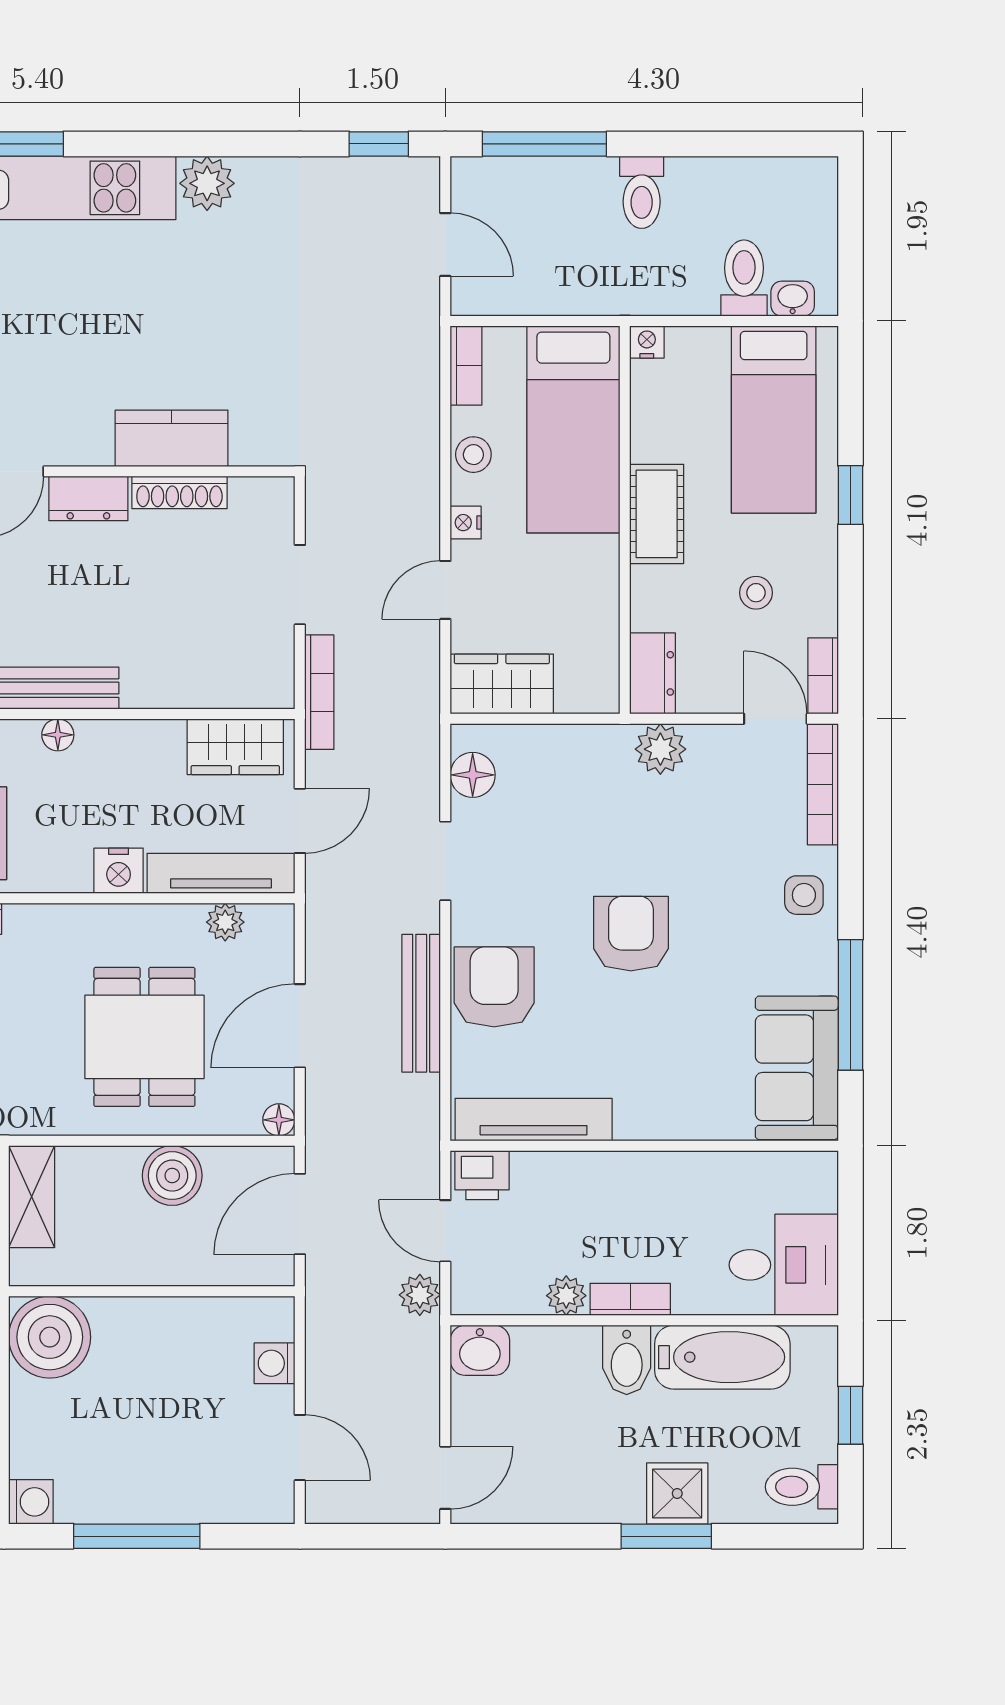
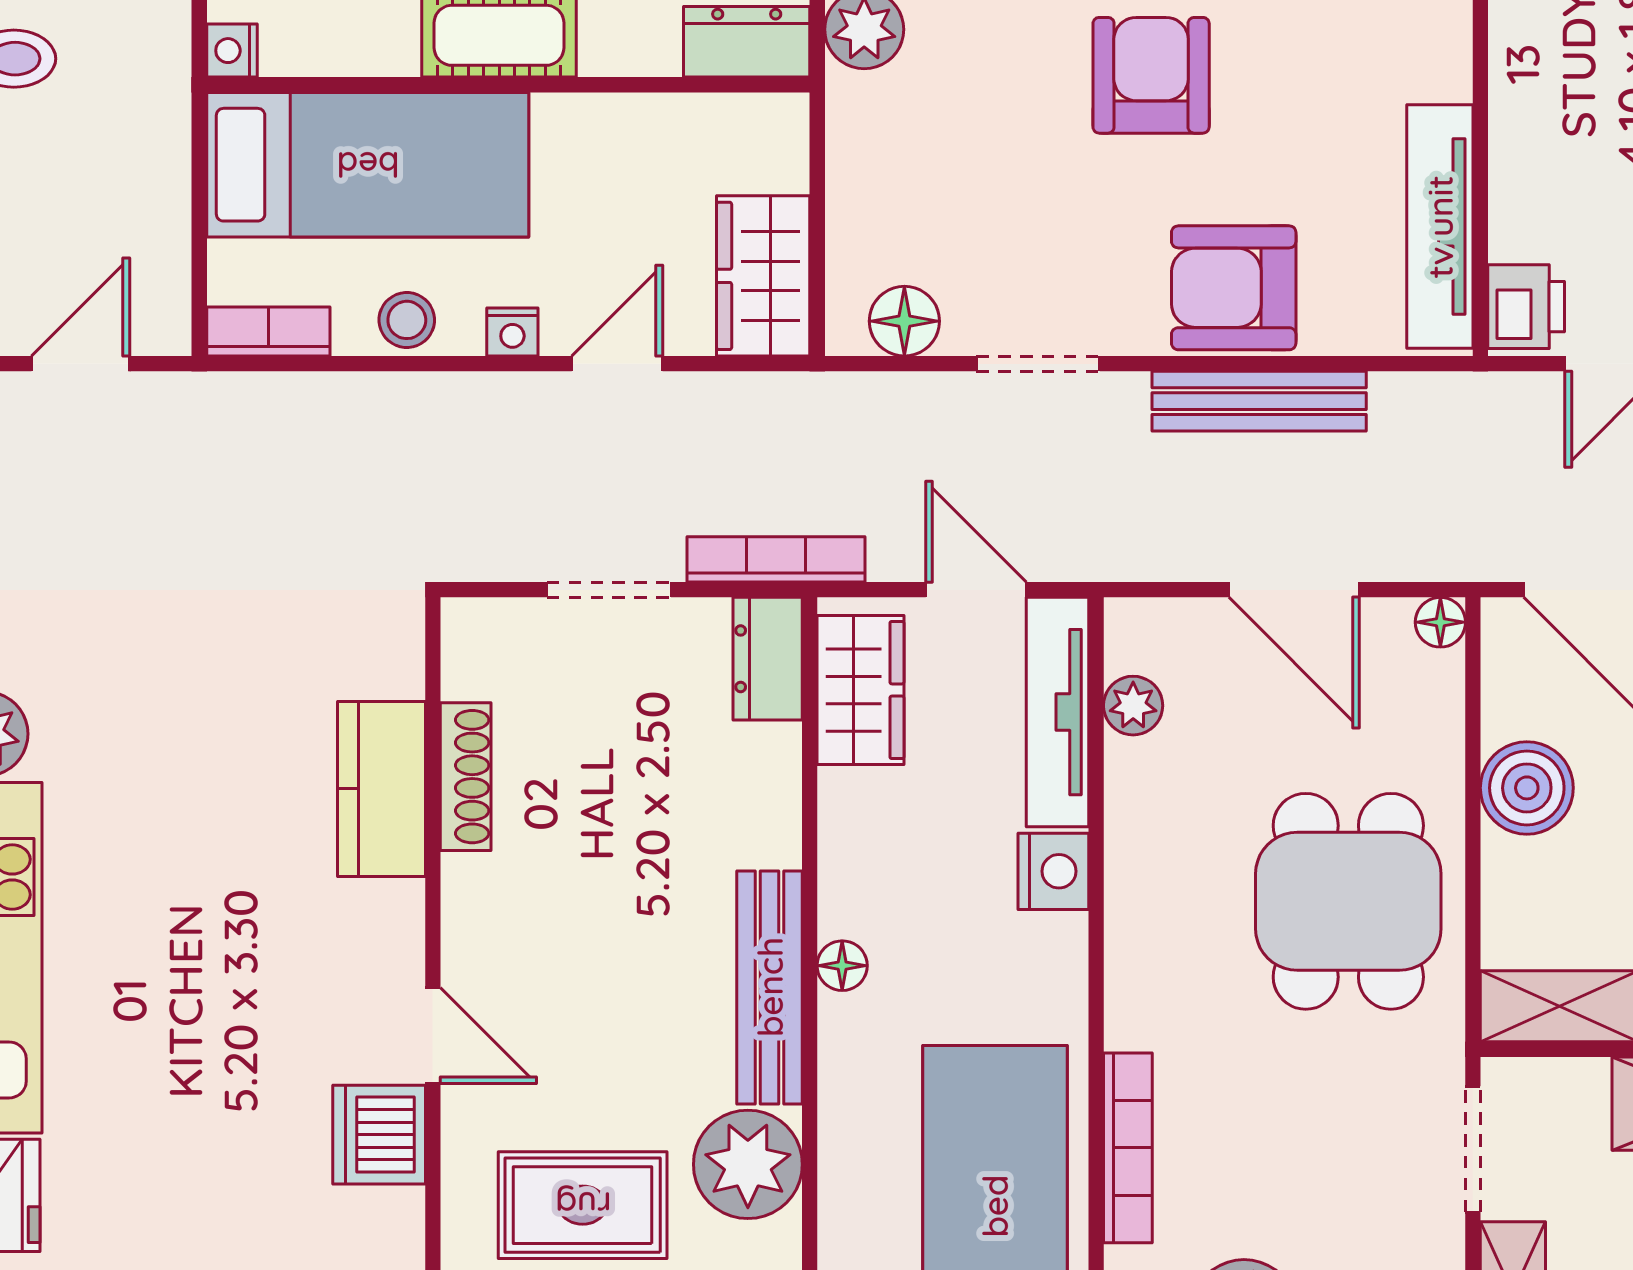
dresser: (88, 498) -> (768, 659), moved, turned 180
door: (445, 590) -> (617, 364), swing flipped
armchair: (631, 934) -> (1151, 75), turned 90
dining table: (144, 1037) -> (1348, 901), moved, turned 90

